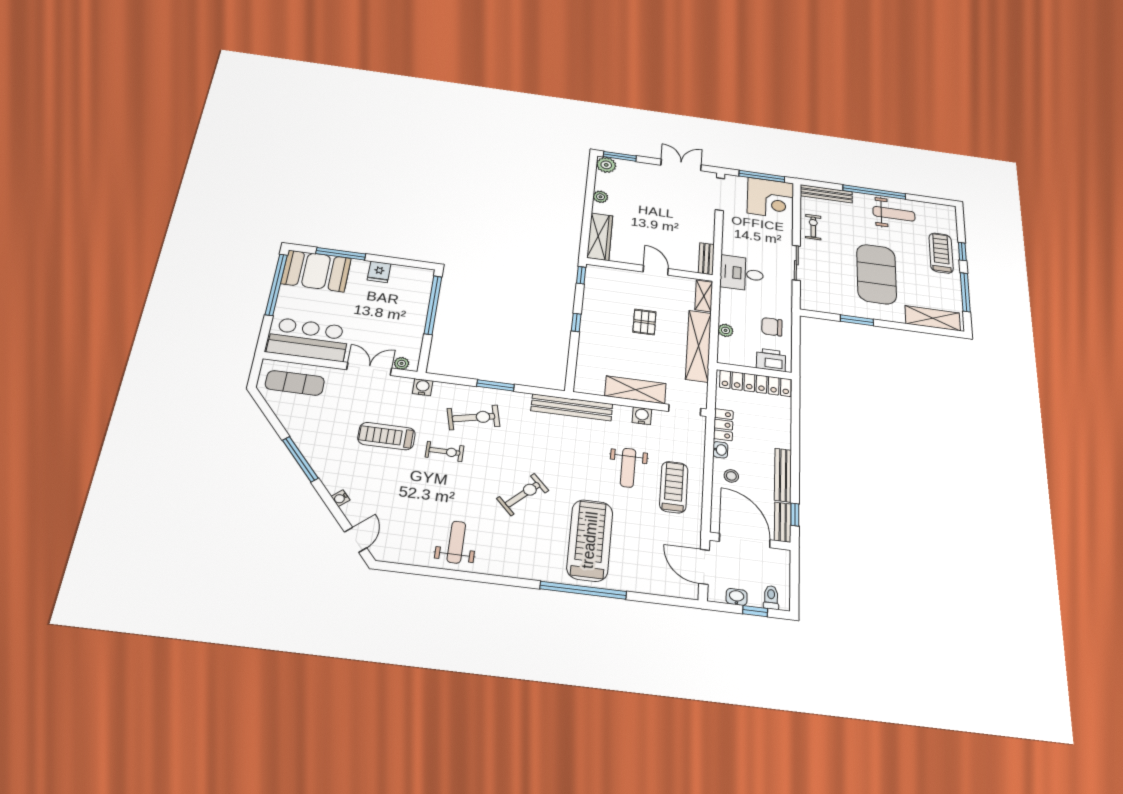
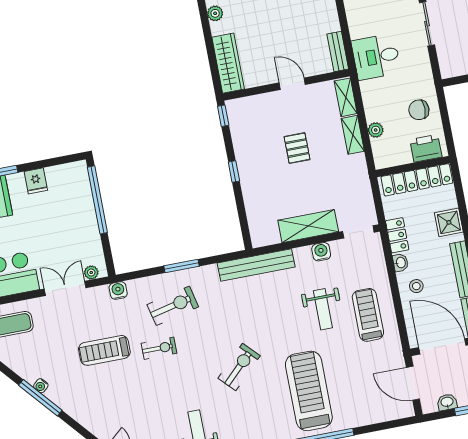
shelving: (698, 346) -> (353, 135), width x0.45, depth x0.75
shower: (779, 429) -> (449, 222), added
water cooler: (340, 498) -> (41, 386), moved

